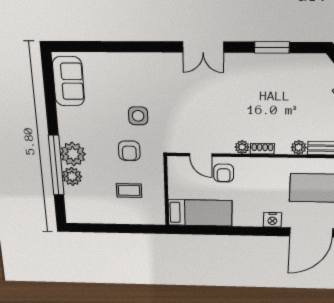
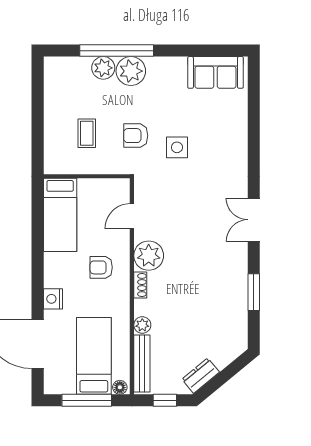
plant: (242, 147) -> (149, 256), width x1.87, depth x1.87
armchair: (224, 173) -> (101, 267), moved

